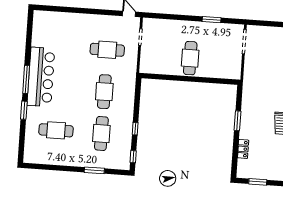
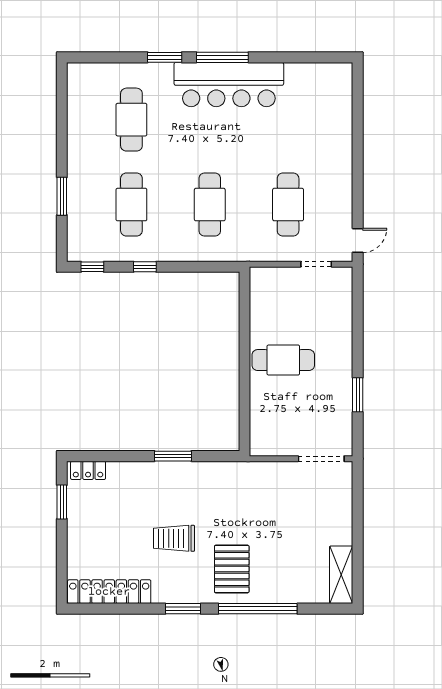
cafe table: (104, 92) -> (210, 205), turned 90
cafe table: (101, 133) -> (131, 205), turned 90
locker: (243, 149) -> (88, 470), moved

